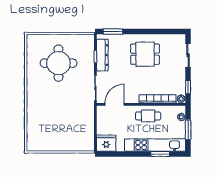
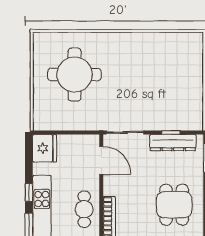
round table: (58, 63) -> (74, 74), moved
window: (137, 154) -> (29, 192), added

